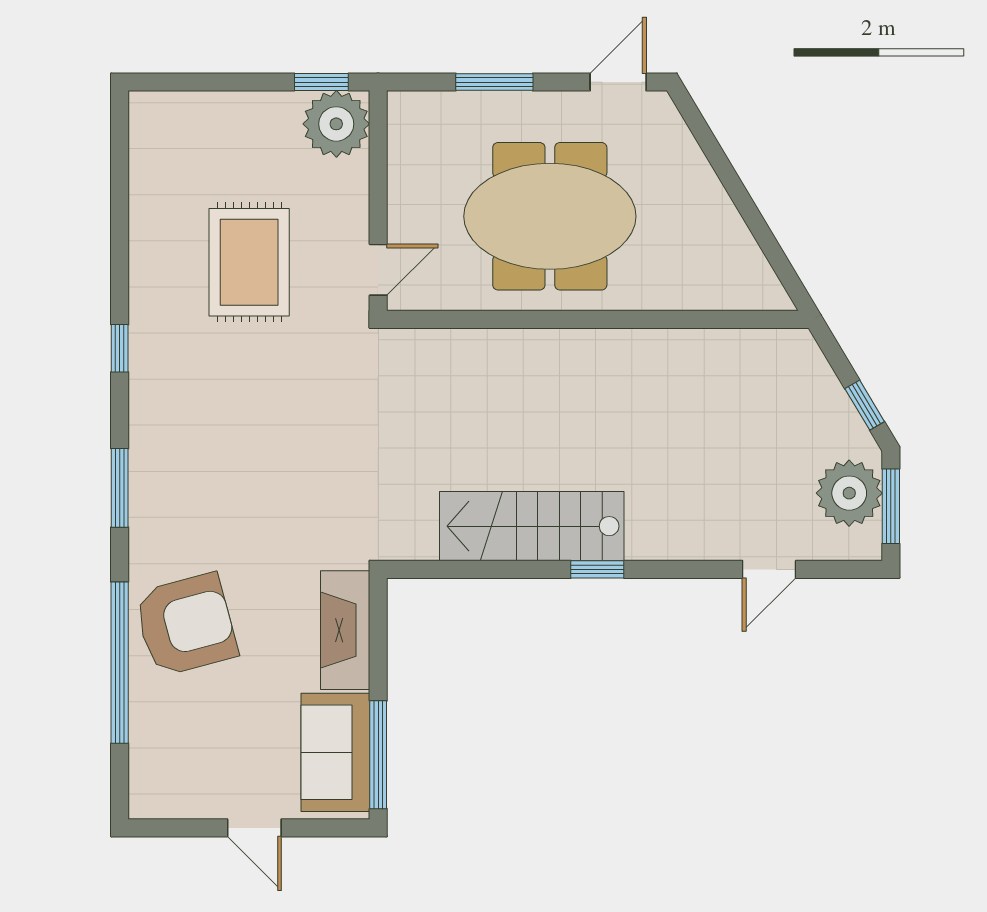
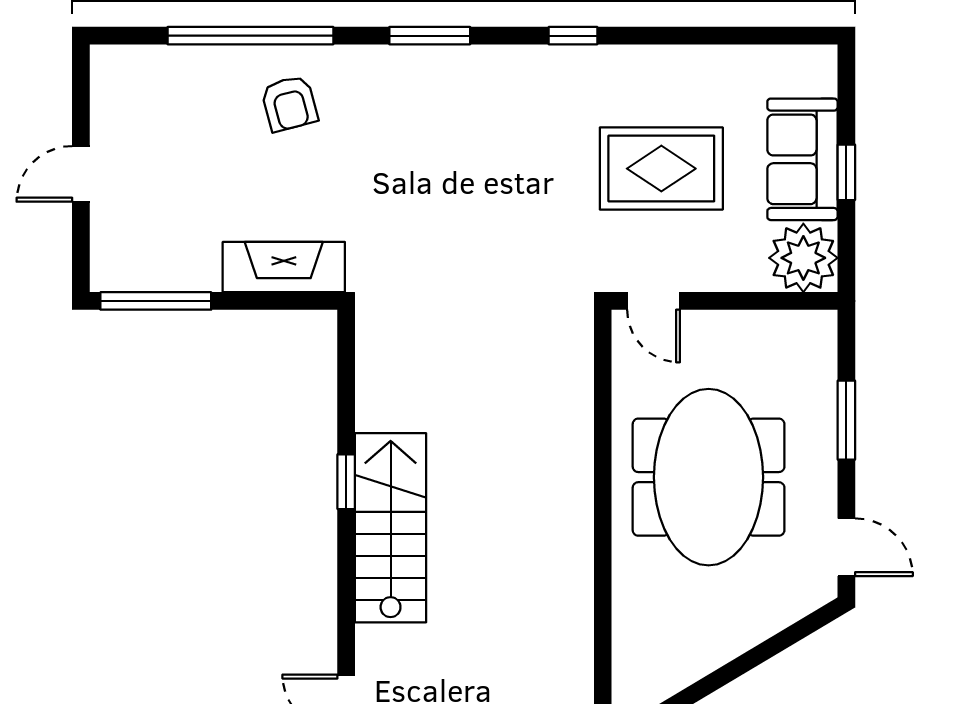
window: (321, 82) -> (846, 172), moved
stairs: (532, 526) -> (391, 528), moved
window: (597, 569) -> (346, 482), moved
armchair: (186, 625) -> (289, 103), width x0.53, depth x0.53
sofa: (335, 752) -> (802, 159), moved, turned -90

